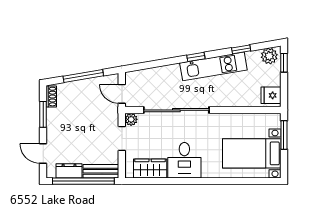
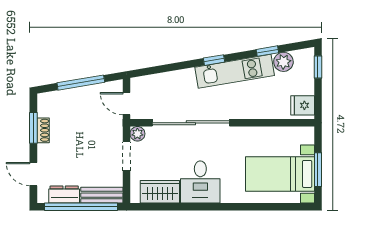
plant: (269, 56) -> (283, 62), moved
shoe rack: (51, 97) -> (43, 130), moved
window: (284, 135) -> (318, 170), moved

